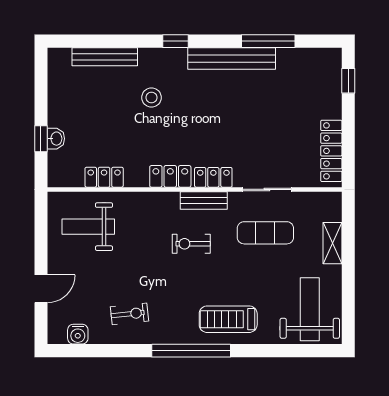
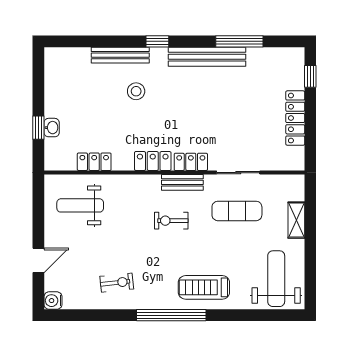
bench: (105, 57) -> (120, 55), moved
locker: (331, 151) -> (295, 118), moved
water cooler: (78, 334) -> (53, 301), moved, turned 90

